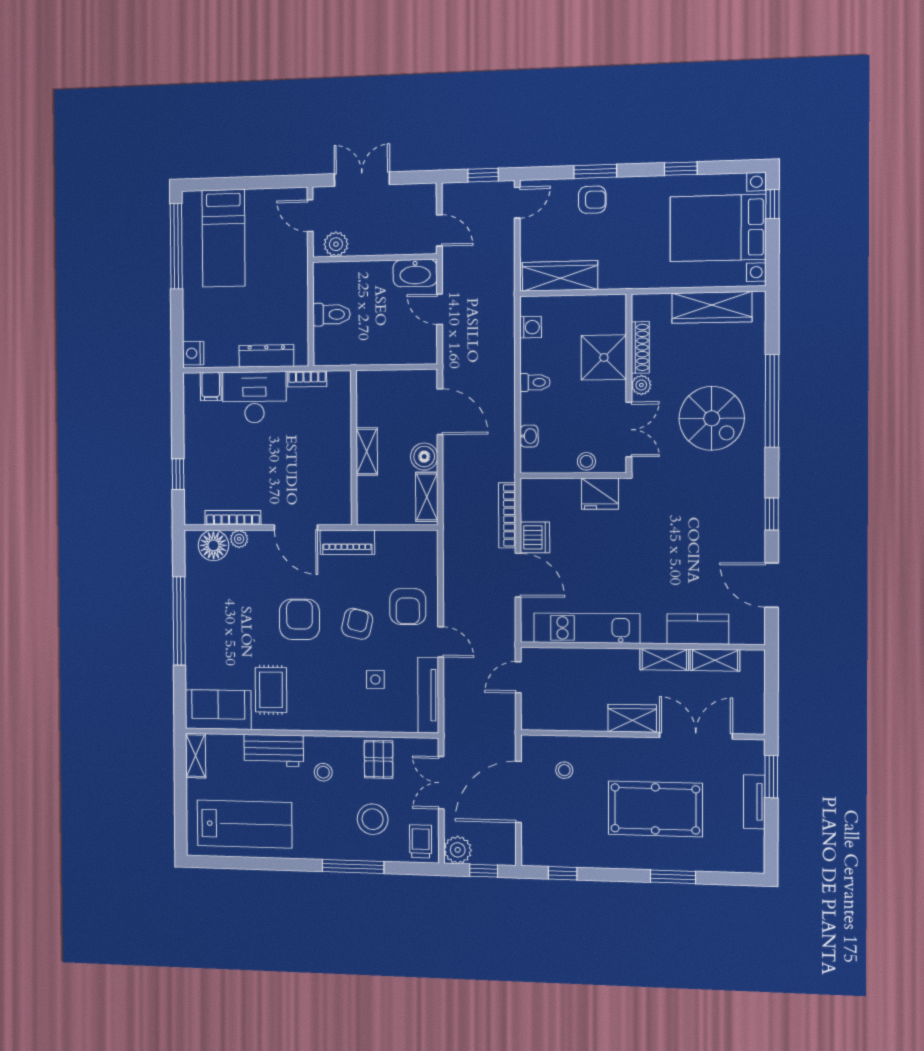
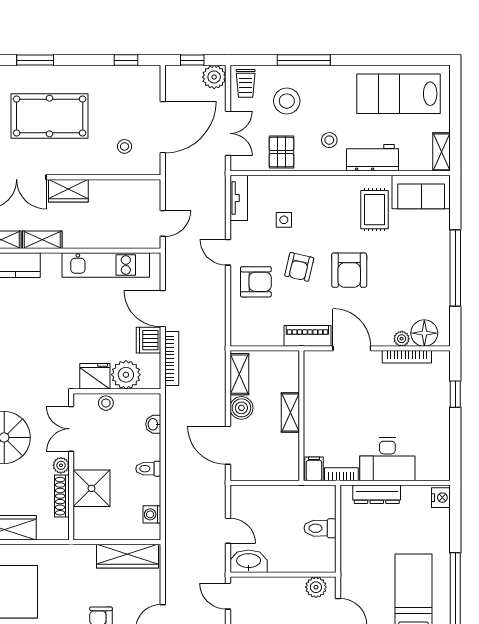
filing cabinet: (211, 387) -> (314, 469), moved
plant: (562, 496) -> (126, 375), added
armchair: (408, 607) -> (256, 282), turned 90
tv unit: (428, 695) -> (239, 198), width x0.71

